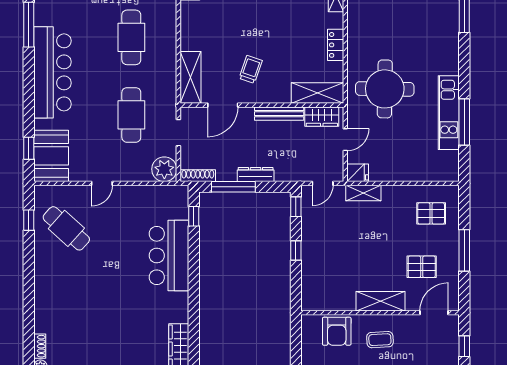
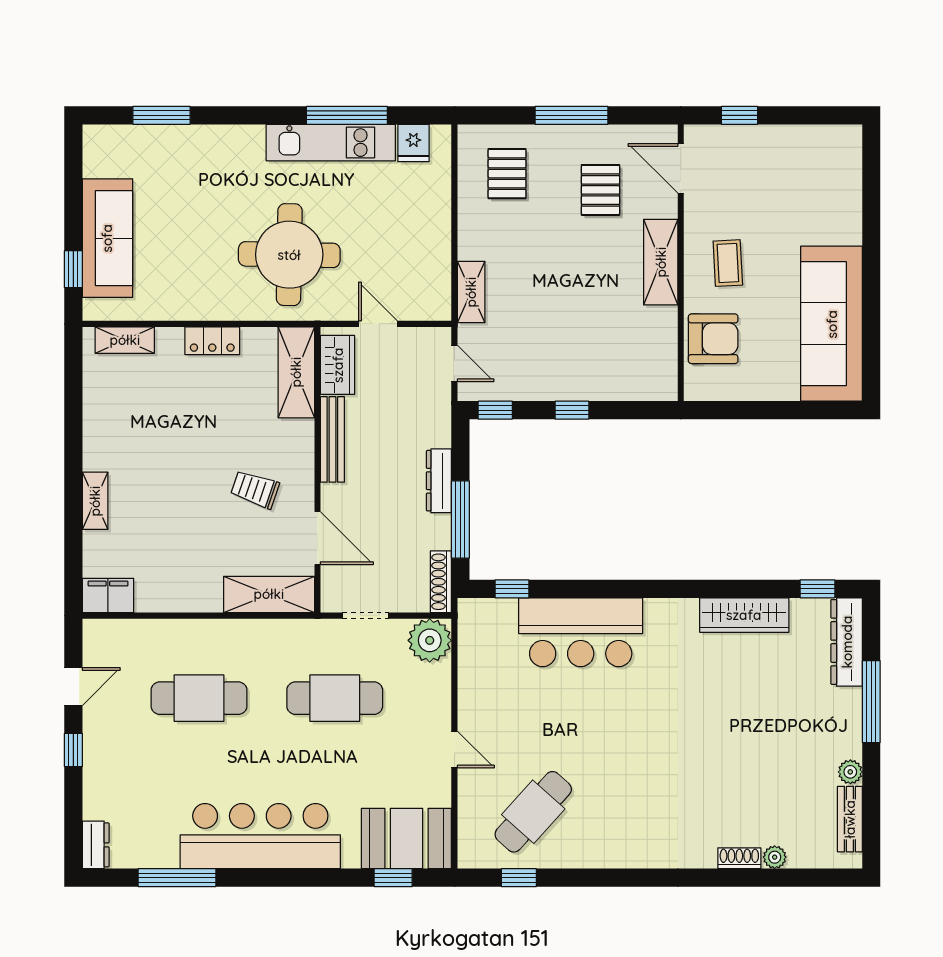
fridge: (358, 173) -> (413, 143), moved, turned 180

